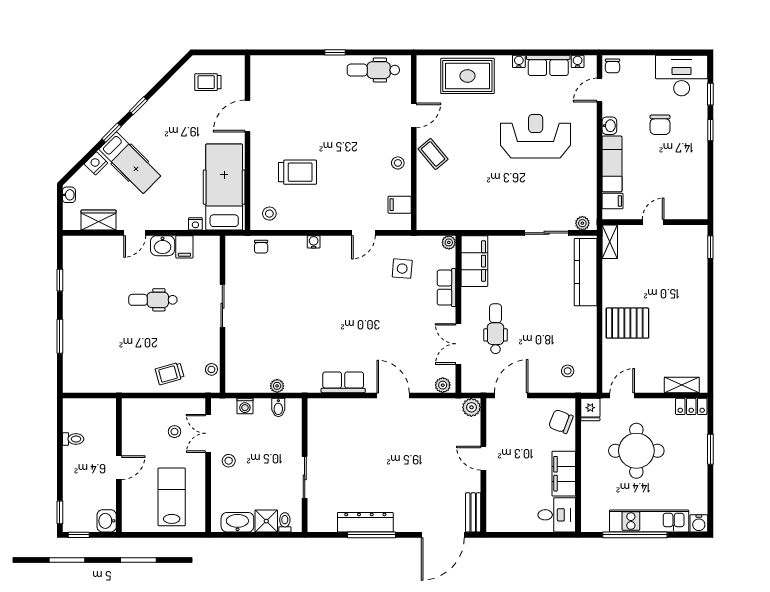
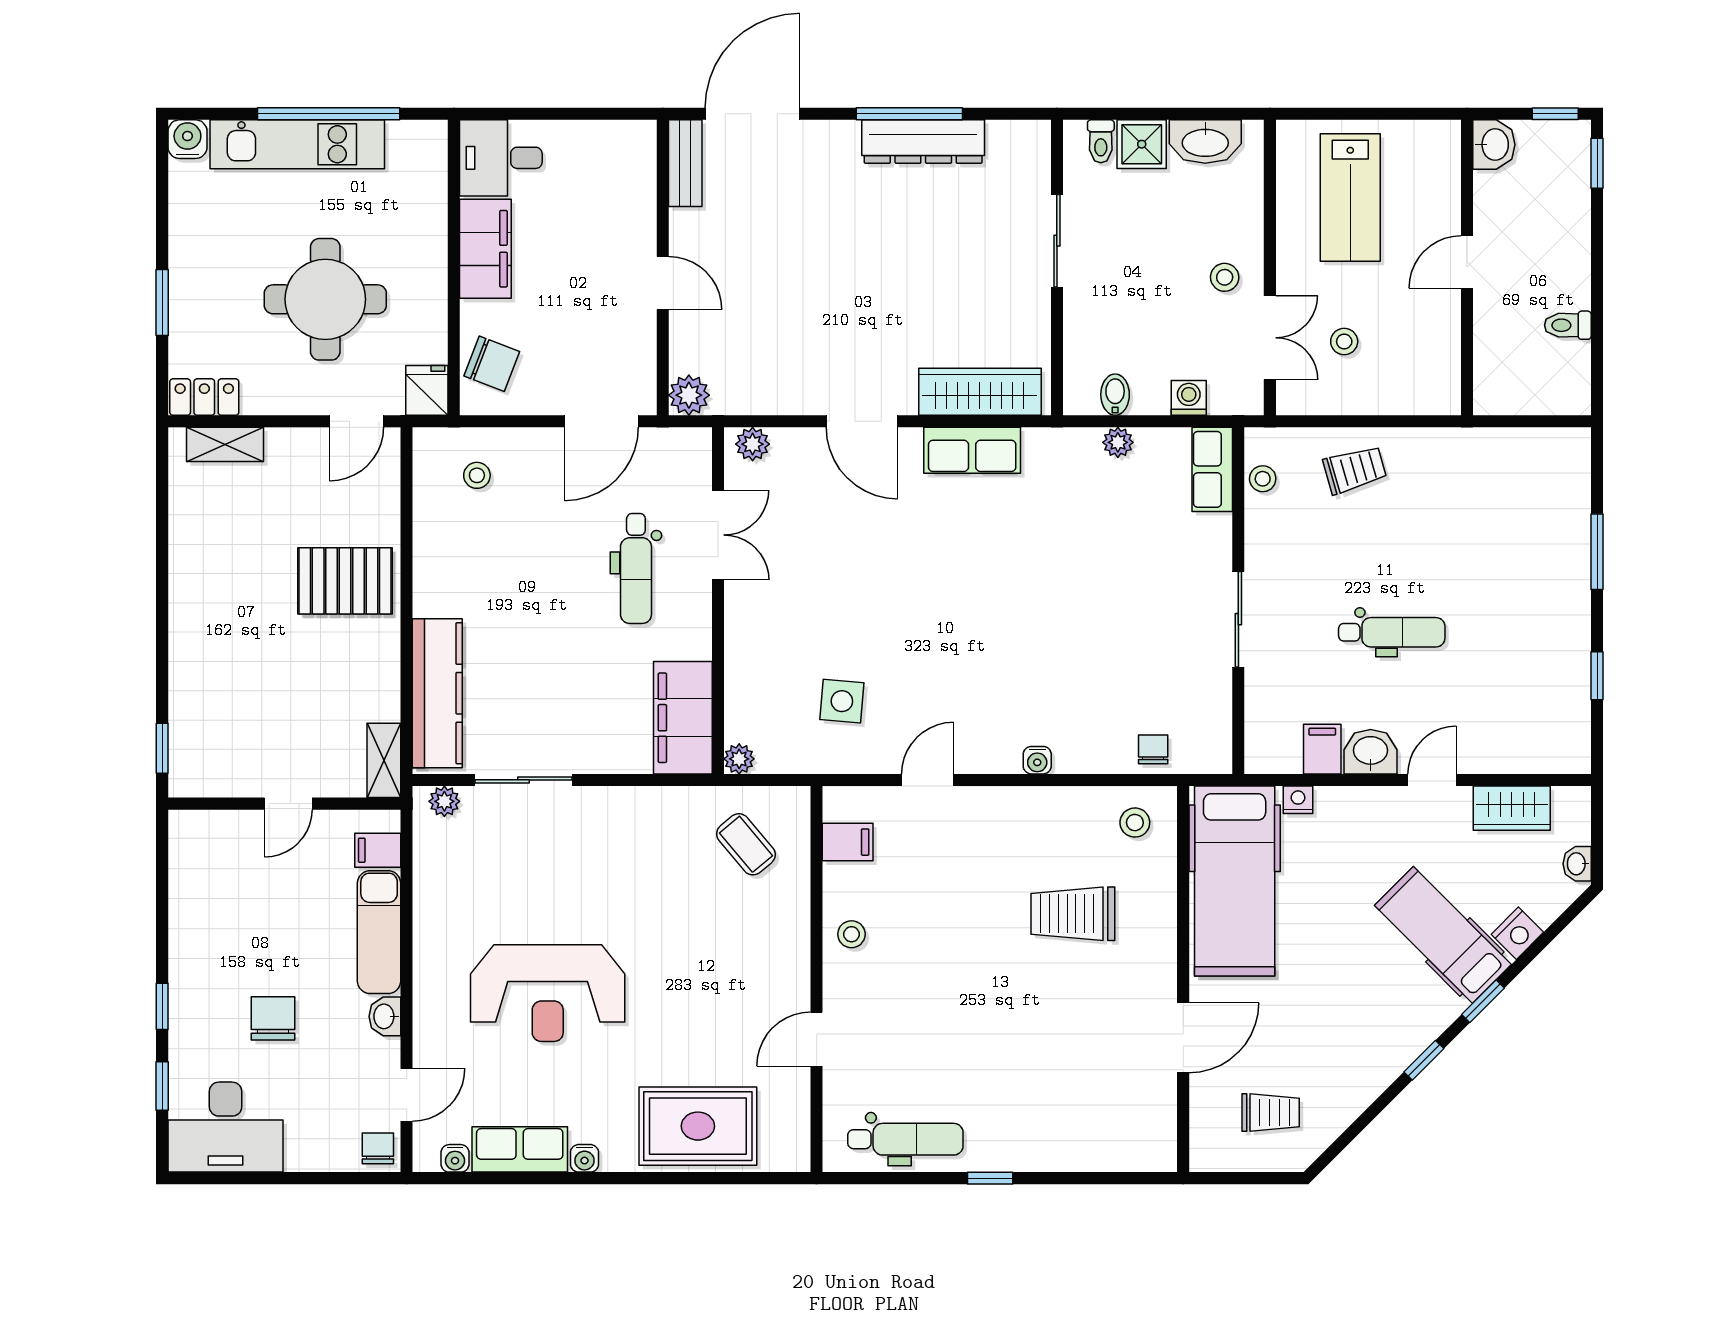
coffee table: (433, 154) -> (746, 844), moved
row of seats: (447, 288) -> (1212, 469), moved, turned 180
wardrobe: (340, 409) -> (980, 392), added

